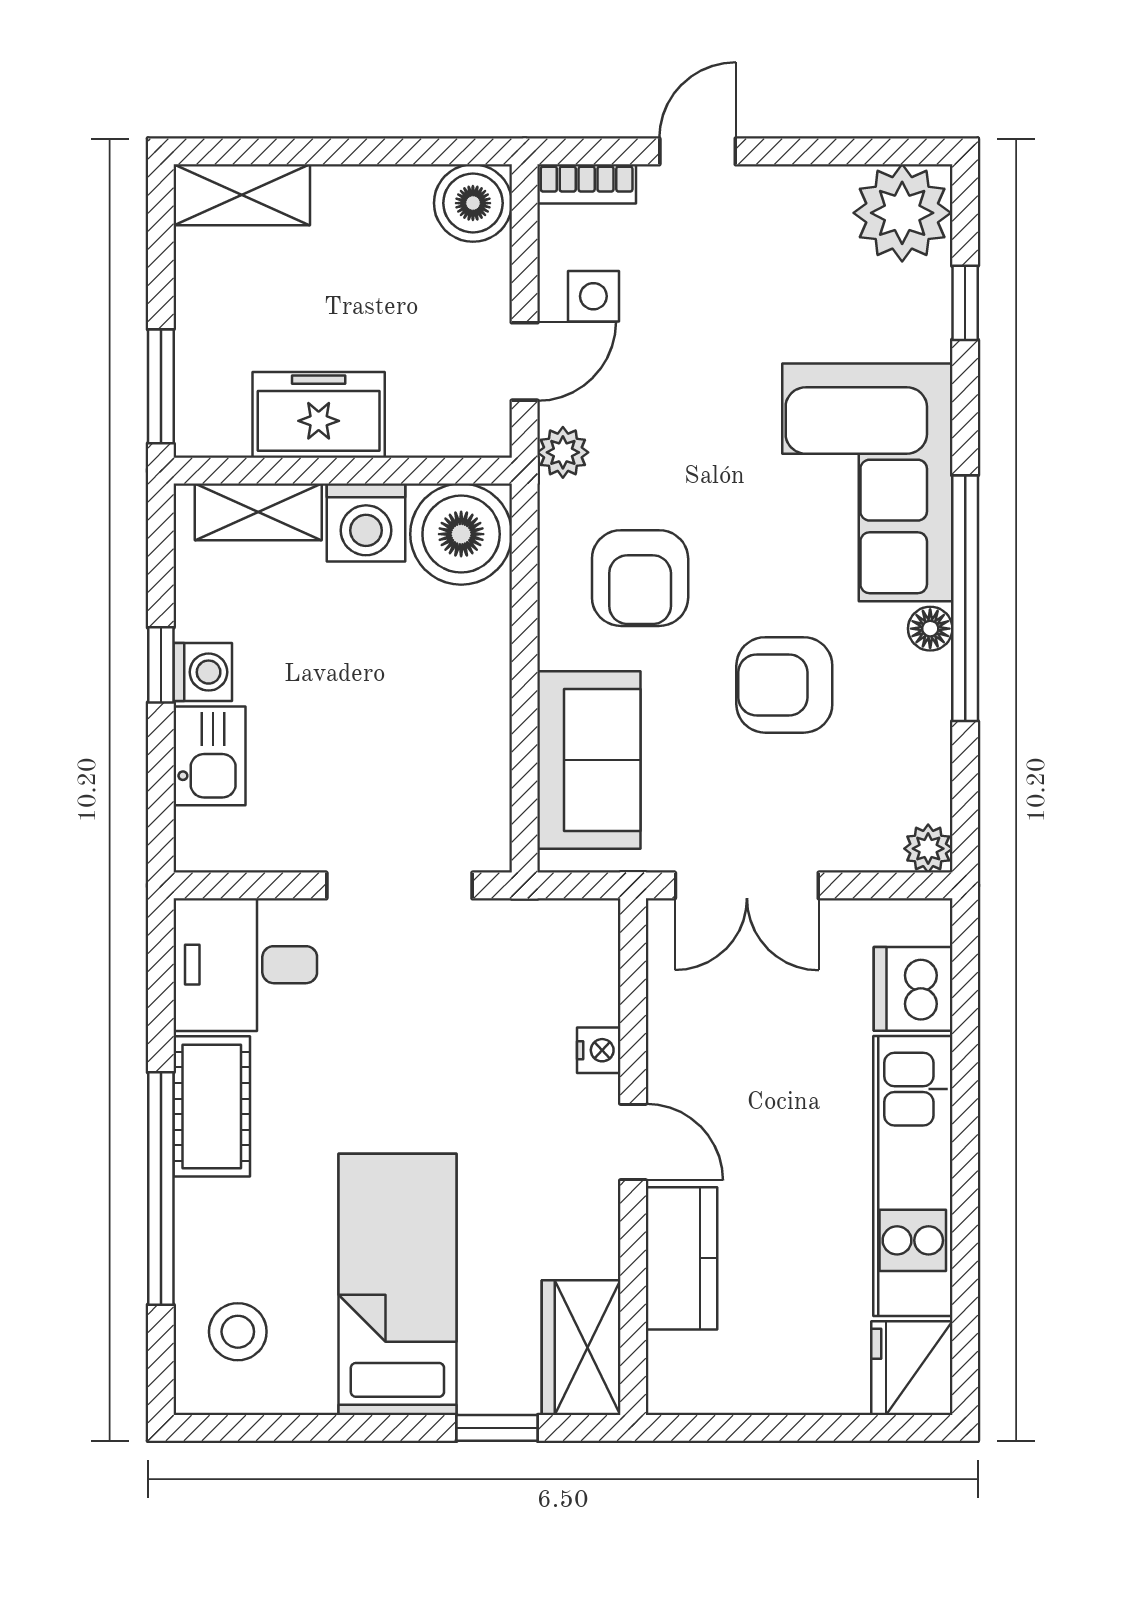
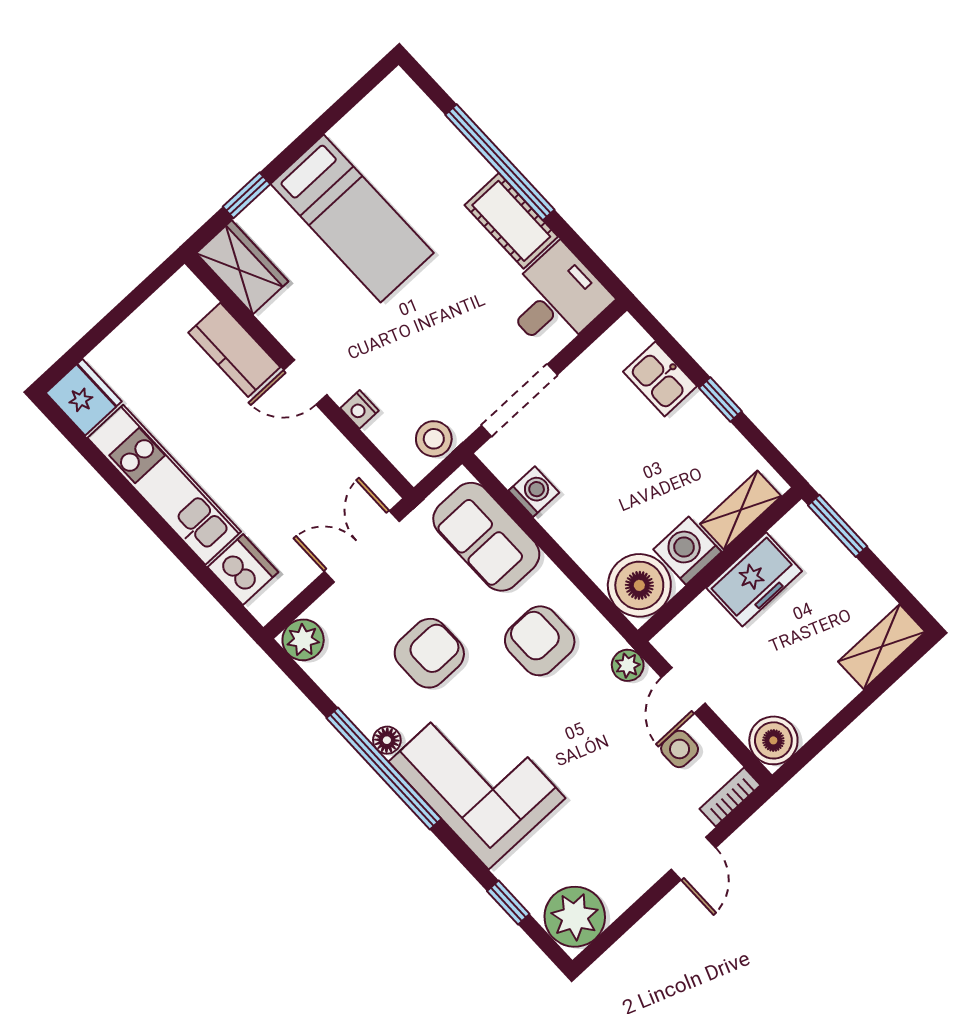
washing machine: (203, 672) -> (534, 492), moved, turned 180
plant: (928, 849) -> (303, 640), width x1.38, depth x1.38
stool: (238, 1332) -> (434, 439), moved

